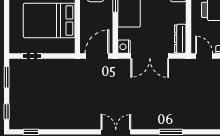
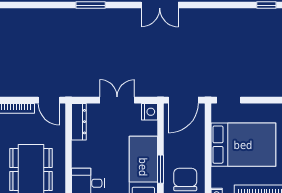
doorway: (32, 56) -> (229, 100), moved
double door: (150, 56) -> (117, 100), width x0.73

